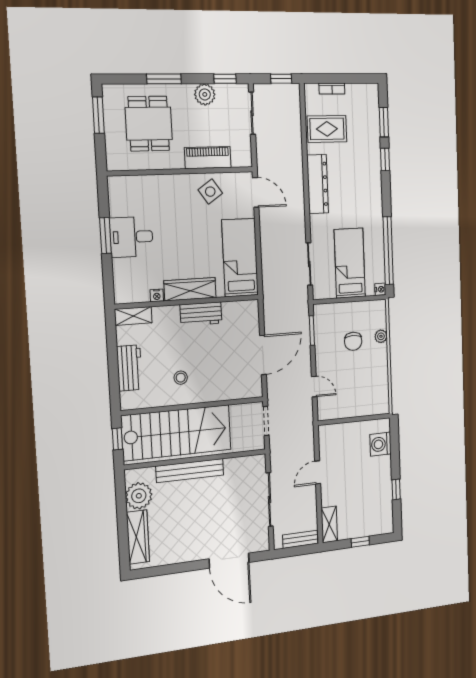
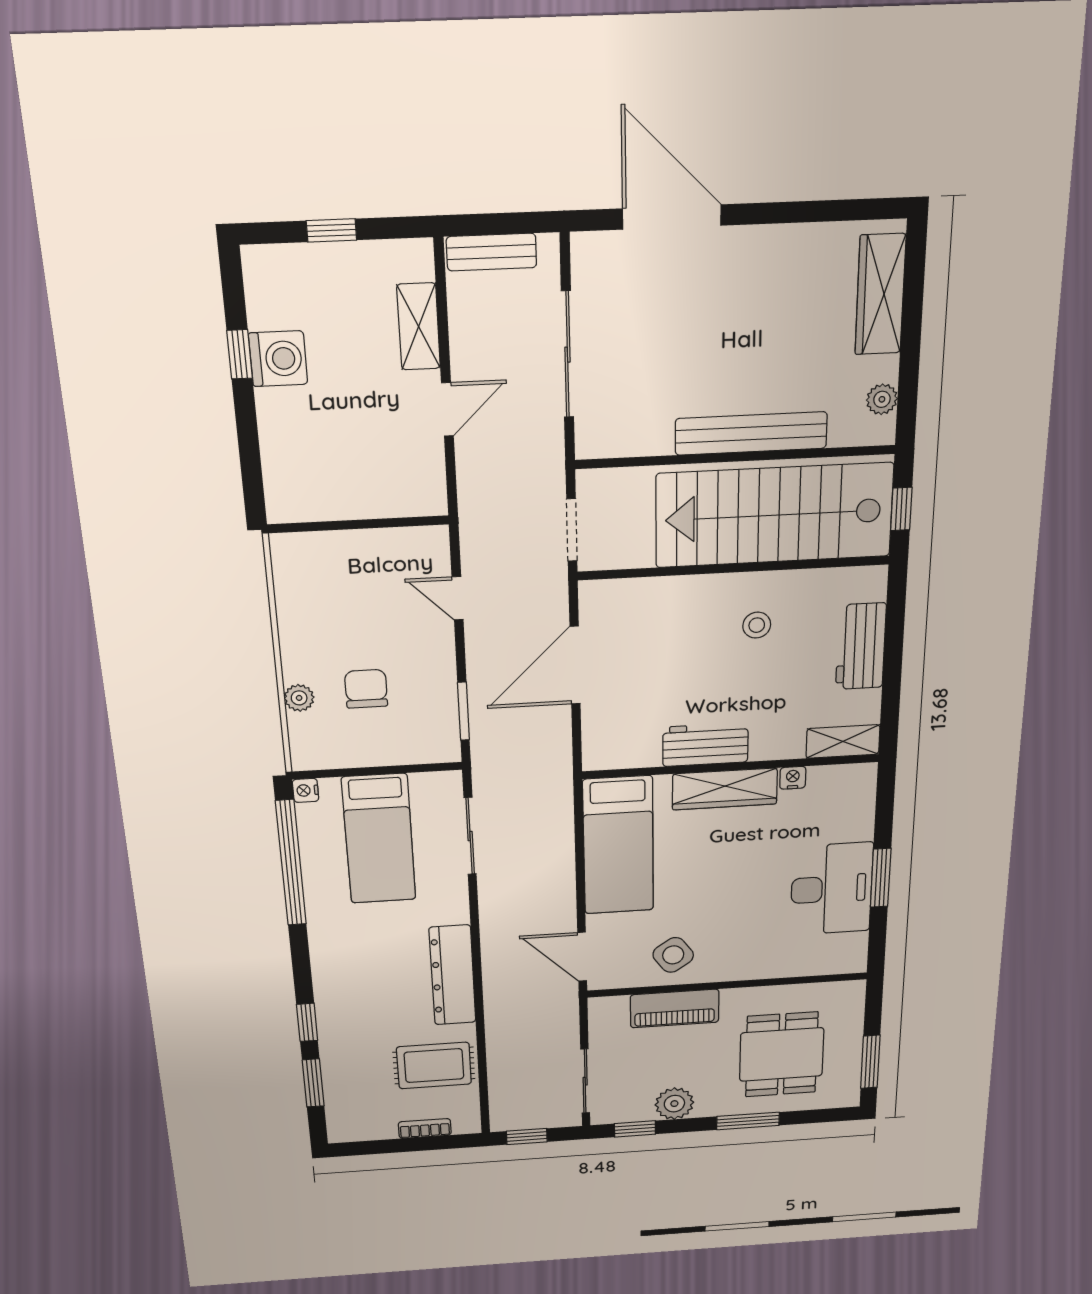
desk: (131, 237) -> (832, 889), width x1.37
washing machine: (381, 444) -> (278, 359), moved
plant: (139, 496) -> (882, 399), width x0.53, depth x0.53
shelving: (329, 524) -> (419, 327), moved

